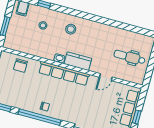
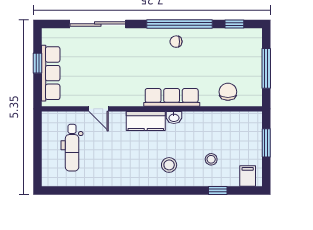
dental chair: (130, 57) -> (72, 148), turned 90
row of seats: (64, 73) -> (172, 97), width x0.73
door: (106, 77) -> (99, 109), swing flipped

